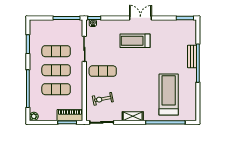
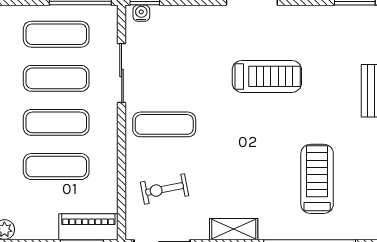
exercise mat: (56, 32) -> (56, 34), added
treadmill: (135, 41) -> (267, 76), moved, turned 180
treadmill: (169, 95) -> (317, 179), width x0.73, depth x0.73

